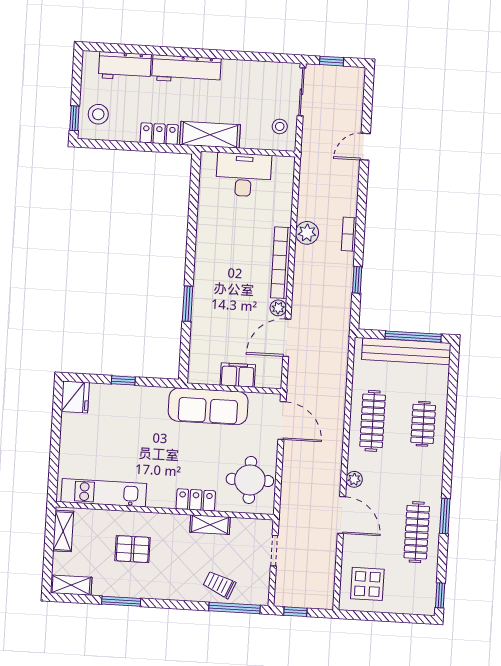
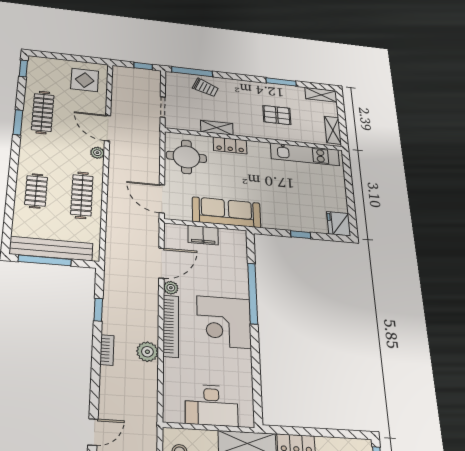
corner desk: (223, 269) -> (224, 322), added
window: (188, 304) -> (253, 293), width x2.11

